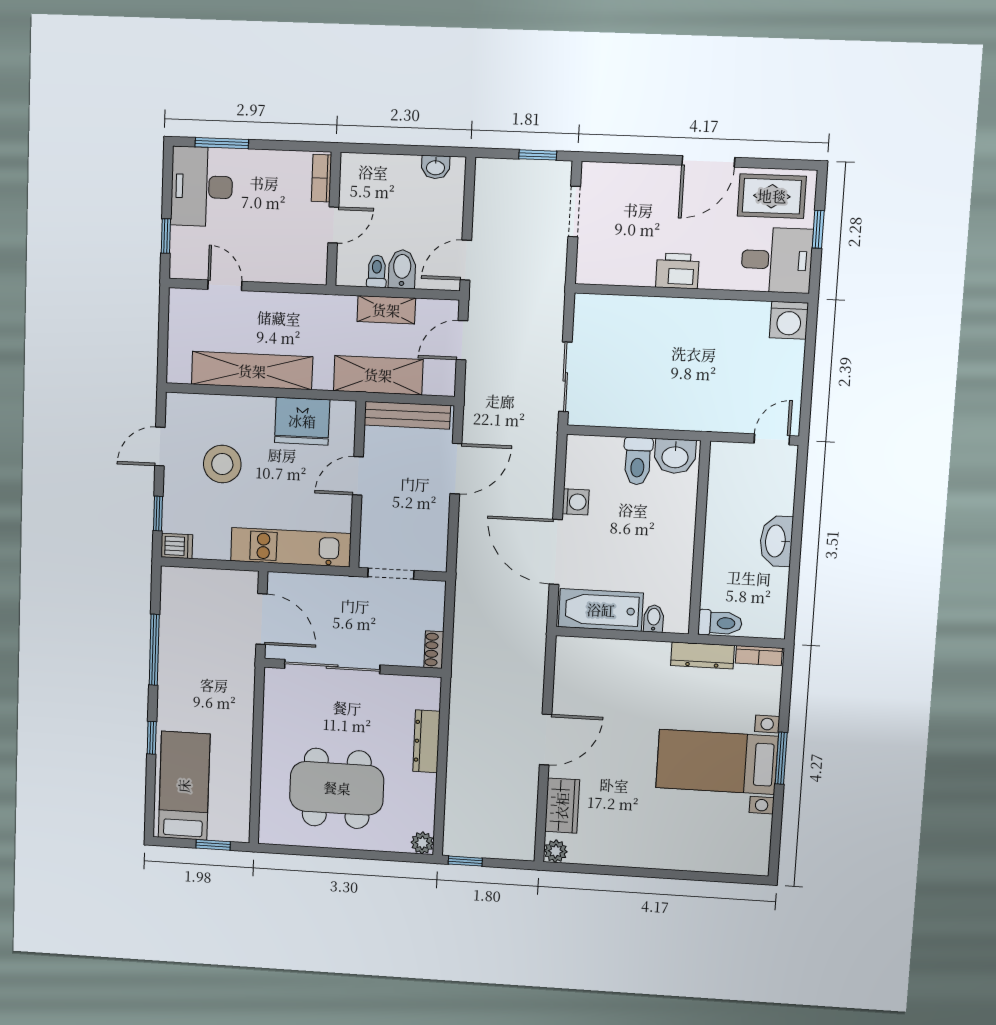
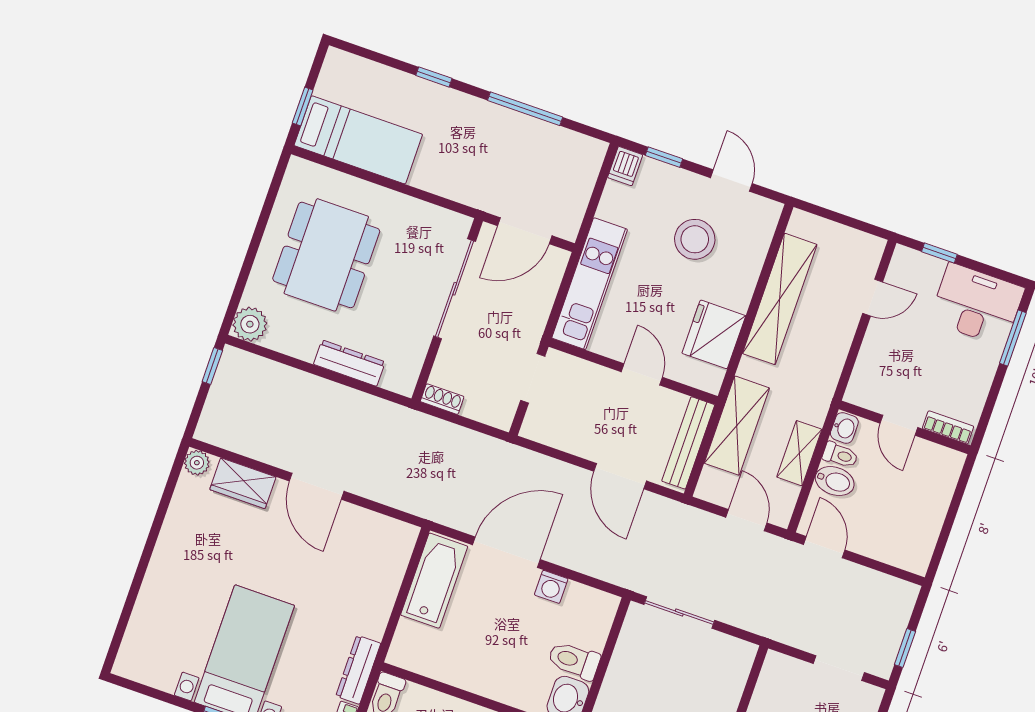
washbasin: (436, 167) -> (844, 428), moved, turned 180
bidet: (654, 619) -> (410, 631), removed
bed: (184, 786) -> (358, 140), moved
plant: (422, 843) -> (250, 324), width x1.38, depth x1.38

